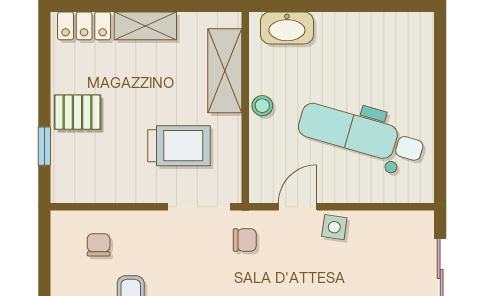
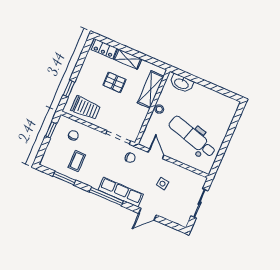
pallet: (77, 112) -> (114, 82), moved
trolley: (179, 146) -> (86, 108), moved
door: (298, 207) -> (156, 154), hinge flipped
side table: (334, 227) -> (162, 184), moved
window: (44, 254) -> (51, 130), added

